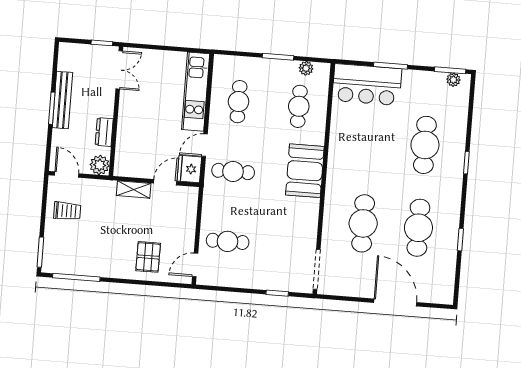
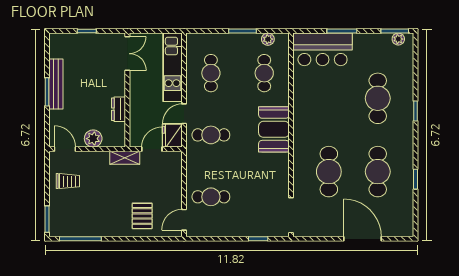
double door: (119, 70) -> (127, 54), moved
wall: (116, 111) -> (127, 90), moved
dresser: (104, 132) -> (119, 109), moved

